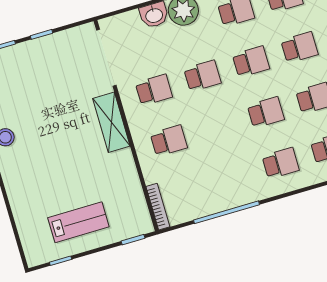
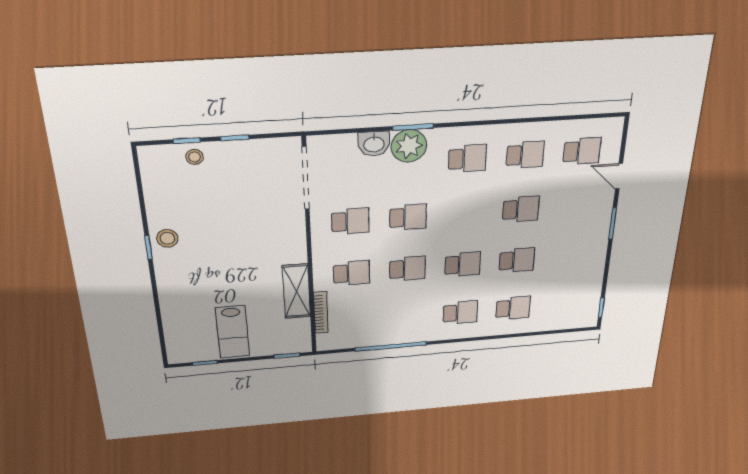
stool: (13, 58) -> (195, 157), added
school desk: (251, 62) -> (407, 269), moved
shelving: (111, 122) -> (296, 291), moved
bookcase: (158, 207) -> (321, 312), moved
lab bench: (78, 222) -> (233, 332), turned 90

